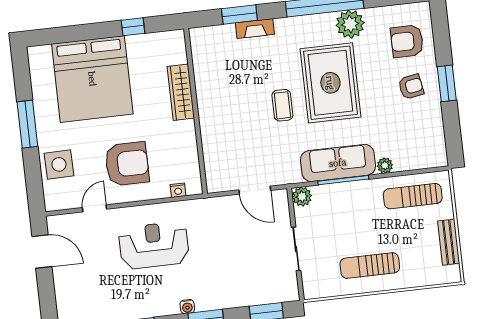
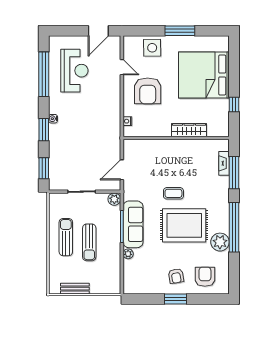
window: (239, 15) -> (234, 173), width x1.44
fireplace: (255, 29) -> (224, 163), moved
sun lounger: (413, 196) -> (89, 242), moved, turned 180
reception desk: (154, 245) -> (74, 71), moved

